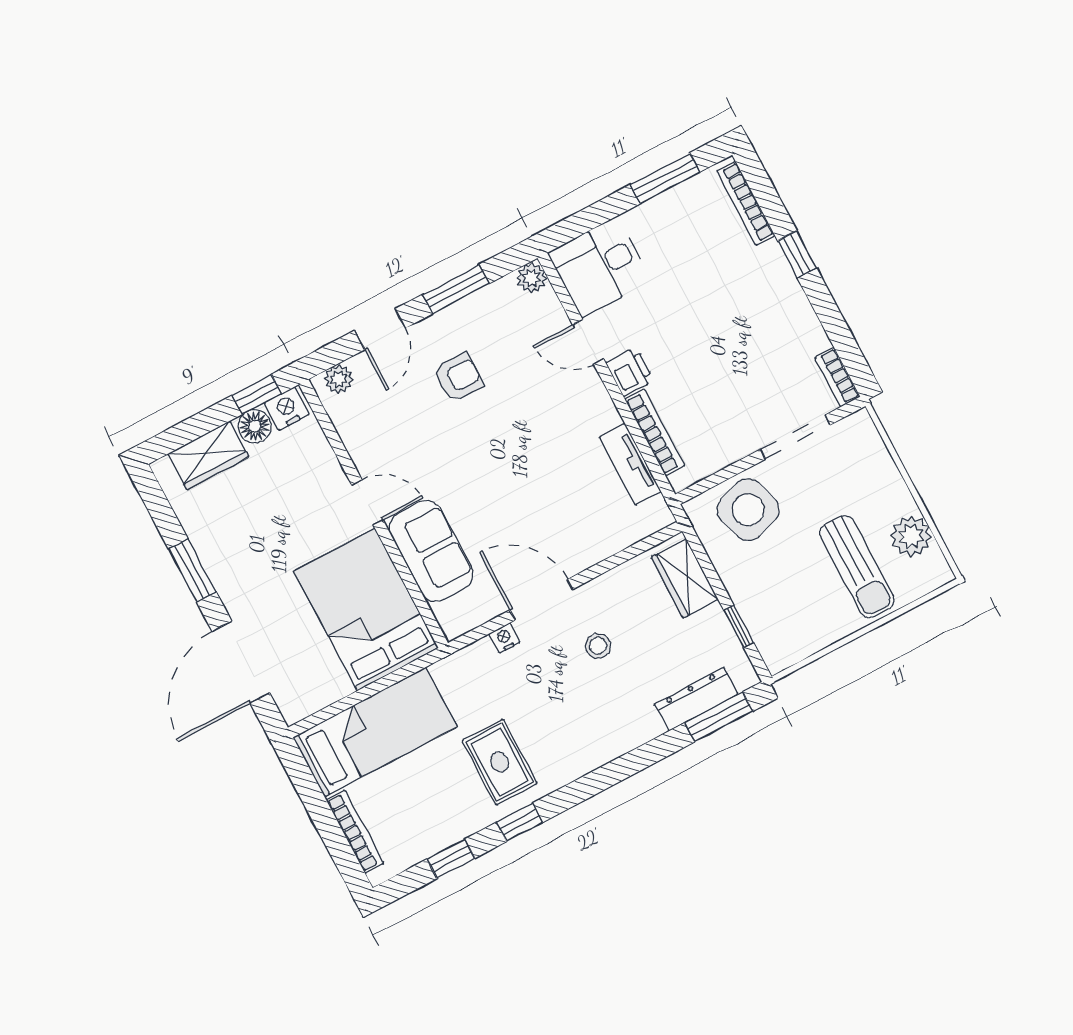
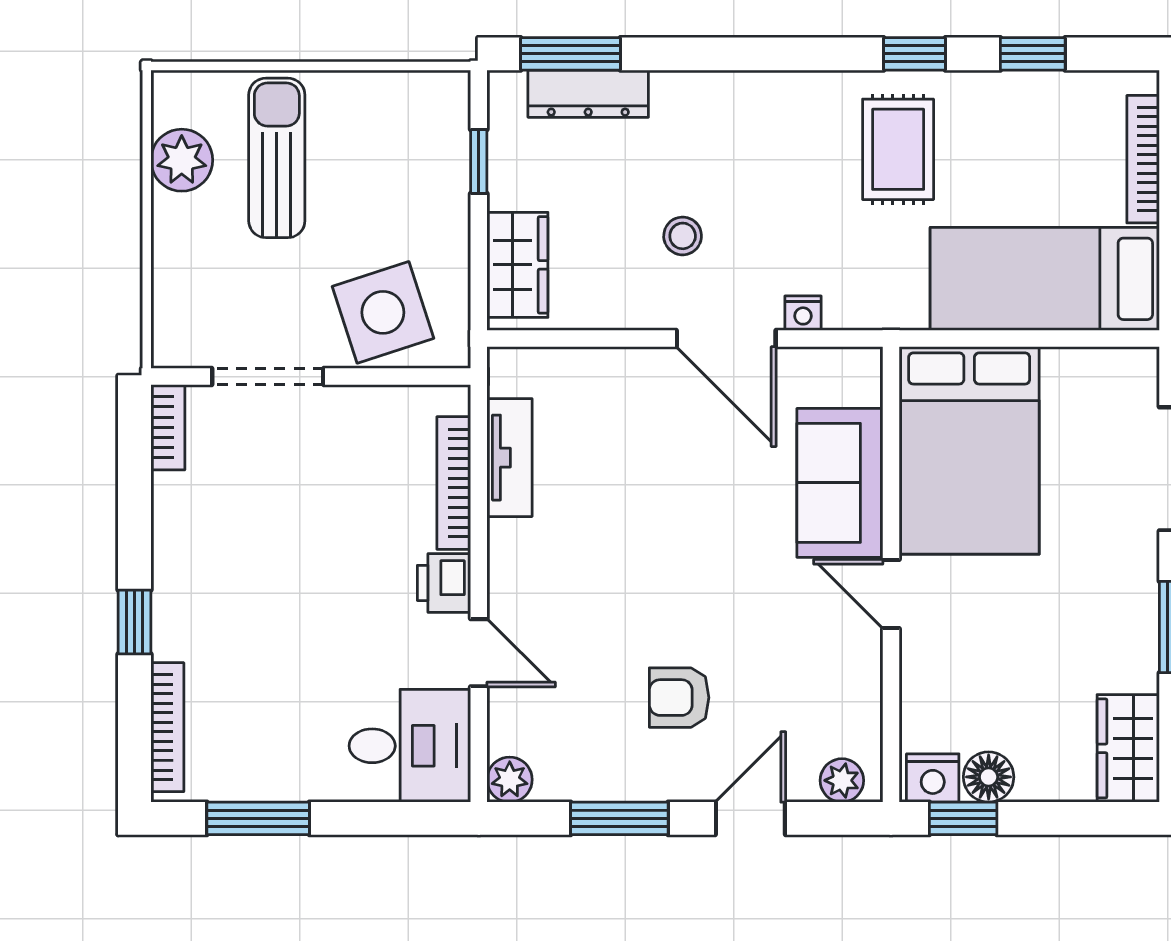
wardrobe: (208, 455) -> (1128, 748), moved, turned -90

